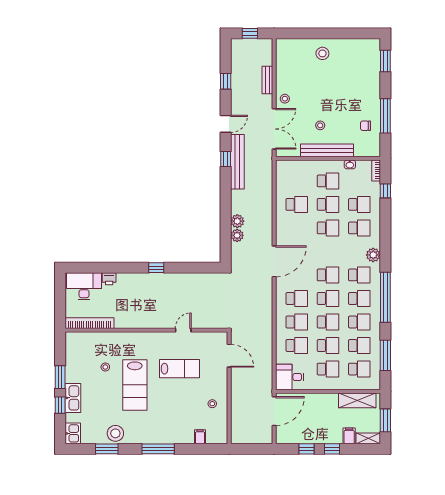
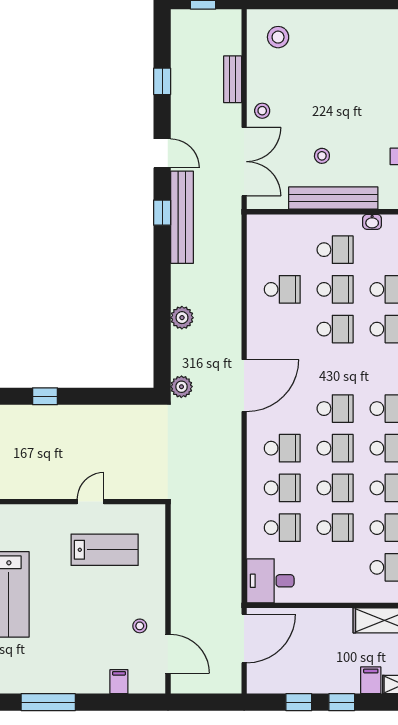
stool: (322, 53) -> (278, 37), moved
door: (226, 124) -> (162, 153), hinge flipped
plant: (237, 235) -> (181, 387), moved
door: (229, 356) -> (168, 654), moved
lab bench: (180, 369) -> (105, 550), moved
school desk: (328, 369) -> (335, 567), removed

